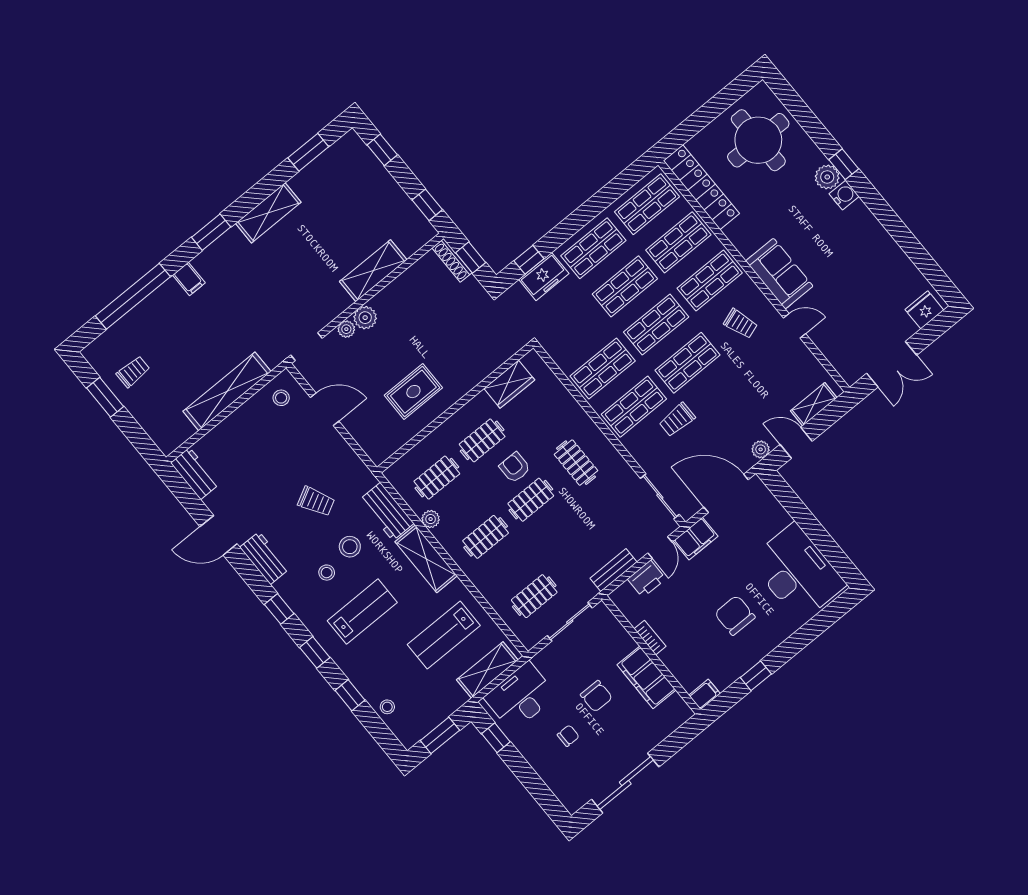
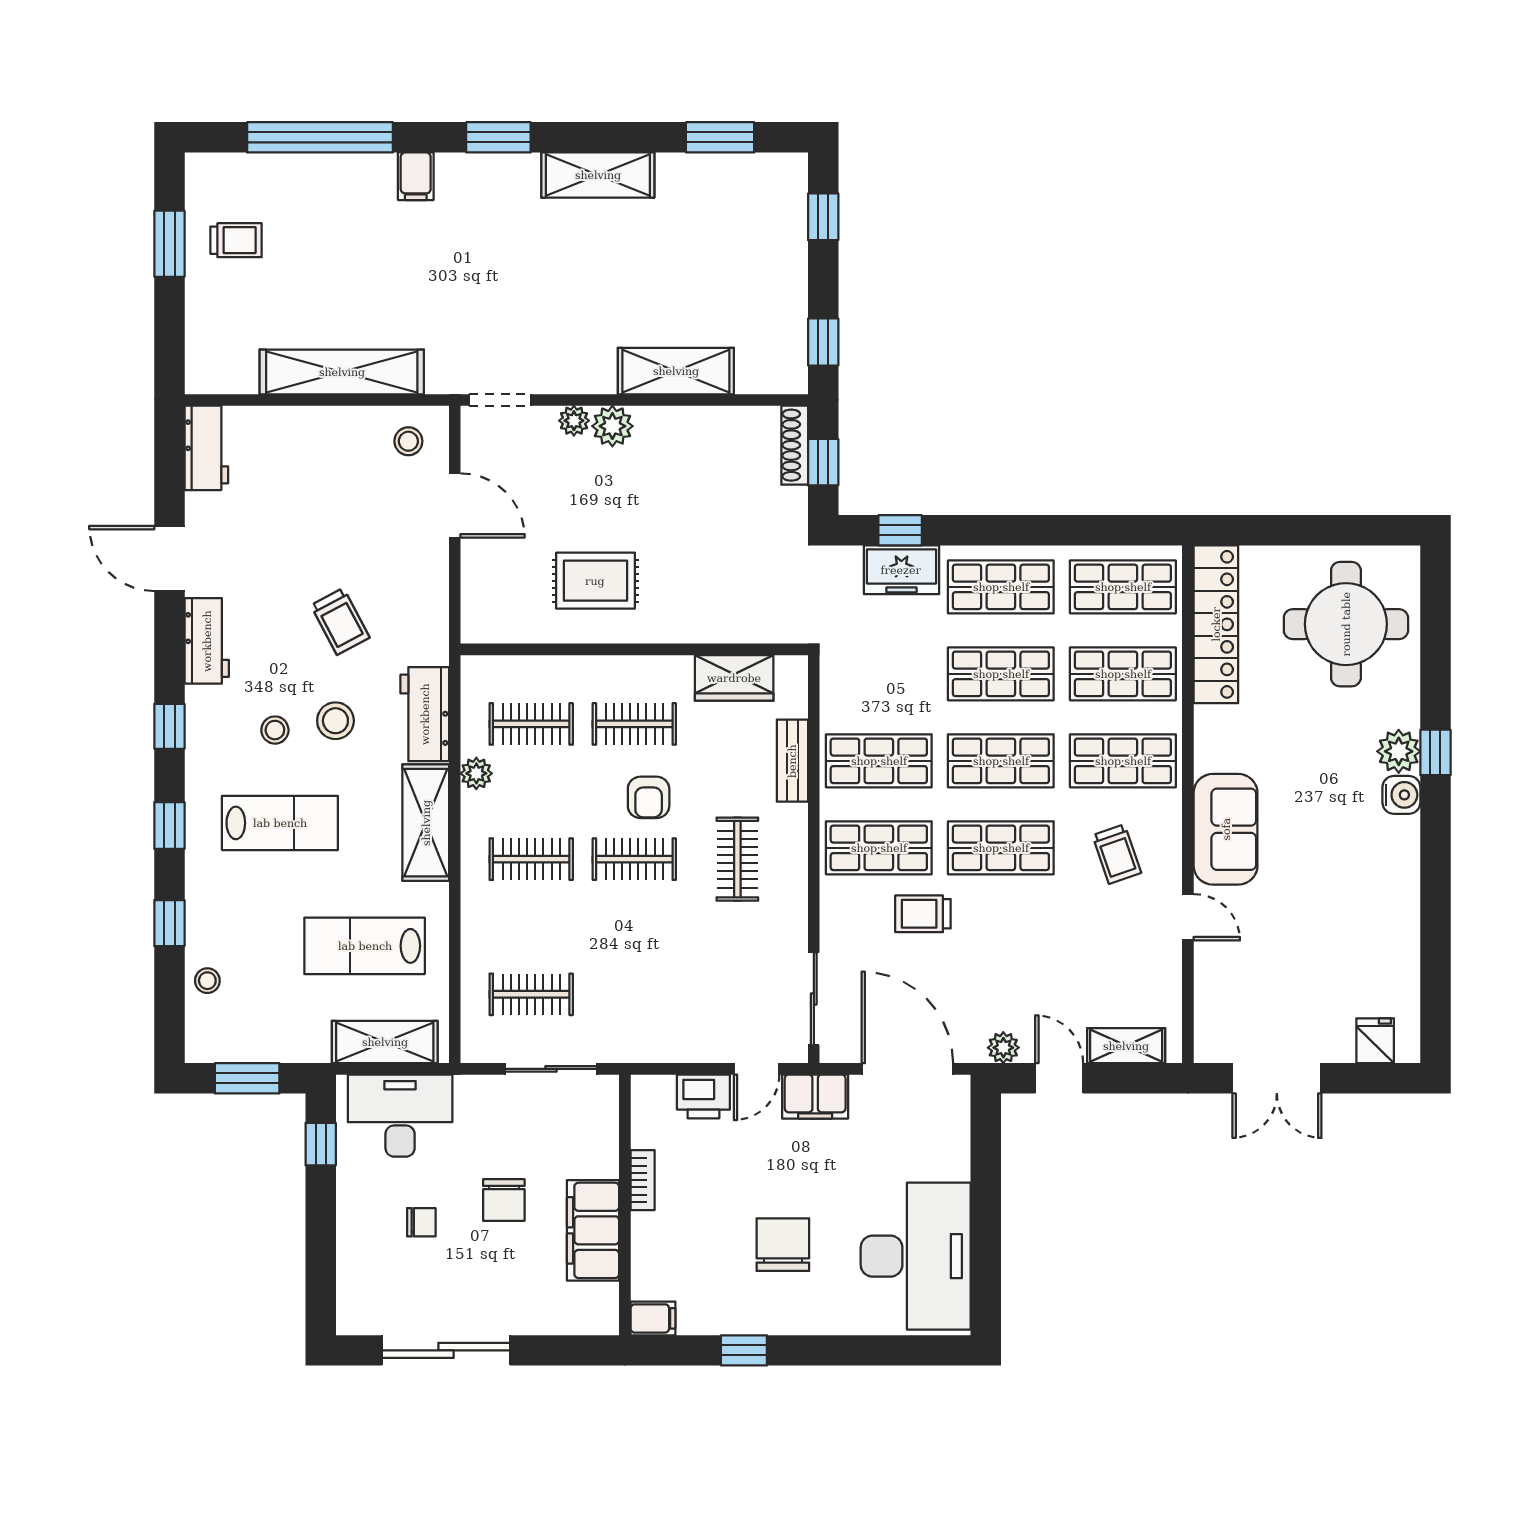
fridge: (924, 310) -> (1375, 1041), width x0.72
armchair: (515, 467) -> (649, 797), turned 180
bench: (614, 570) -> (792, 761), moved, turned 90

